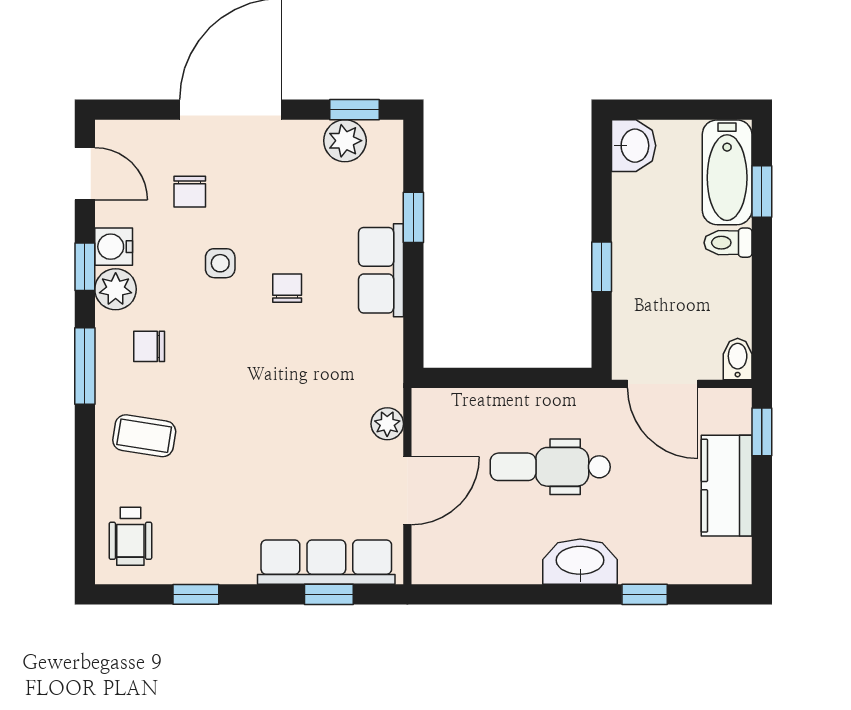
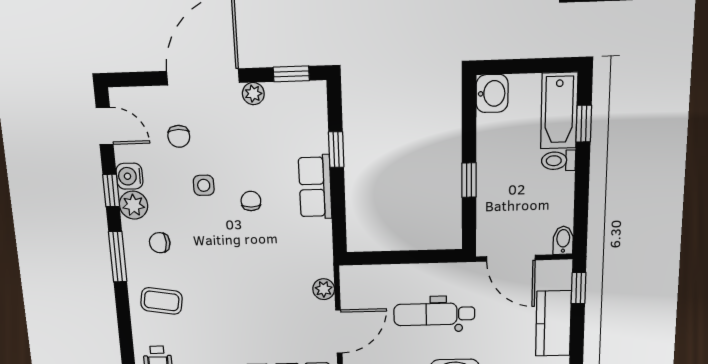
plant: (345, 141) -> (253, 94), moved, width x0.73, depth x0.73

